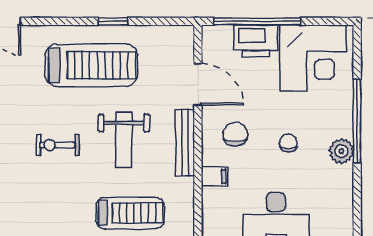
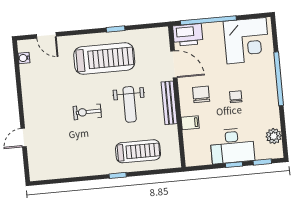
printer: (256, 41) -> (188, 35), moved
plant: (341, 151) -> (274, 136), moved

